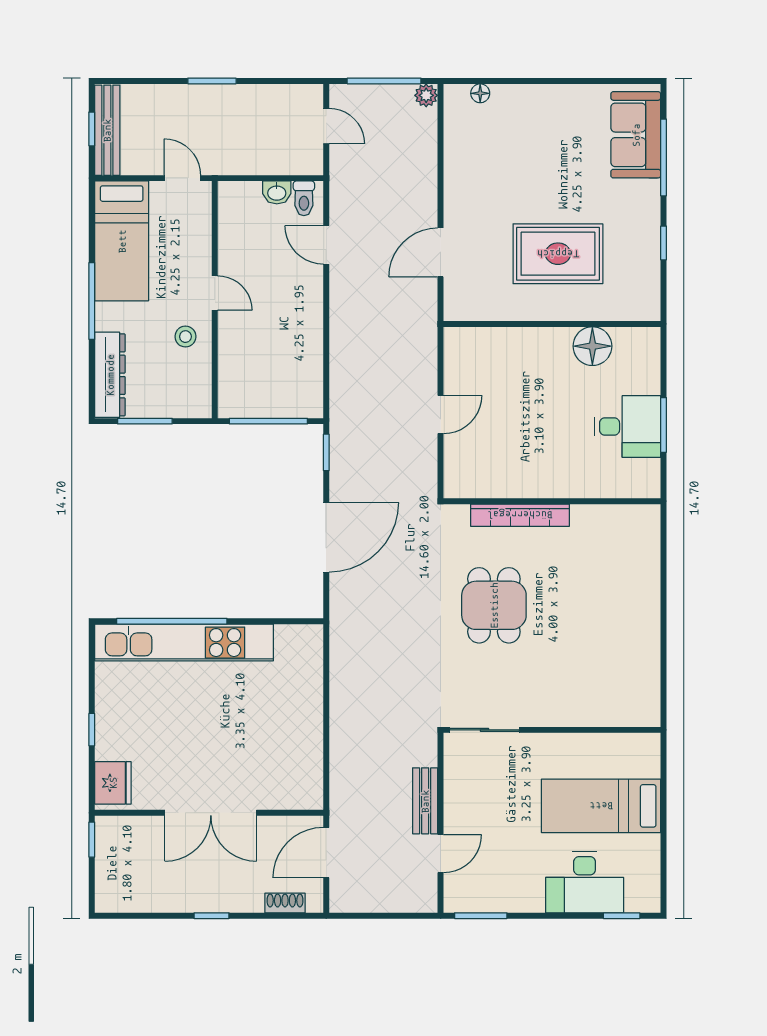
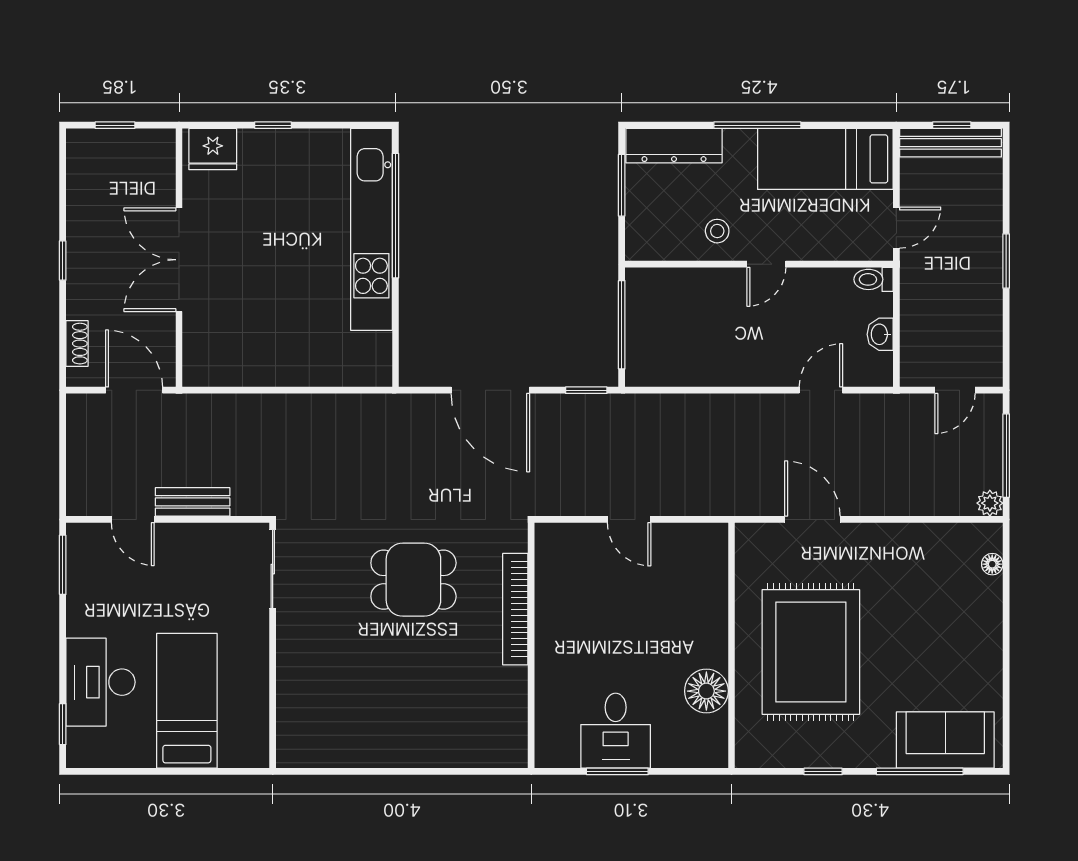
toilet: (304, 198) -> (873, 279), moved
rug: (558, 254) -> (811, 652), width x1.37, depth x1.44
window: (92, 840) -> (115, 125), moved

